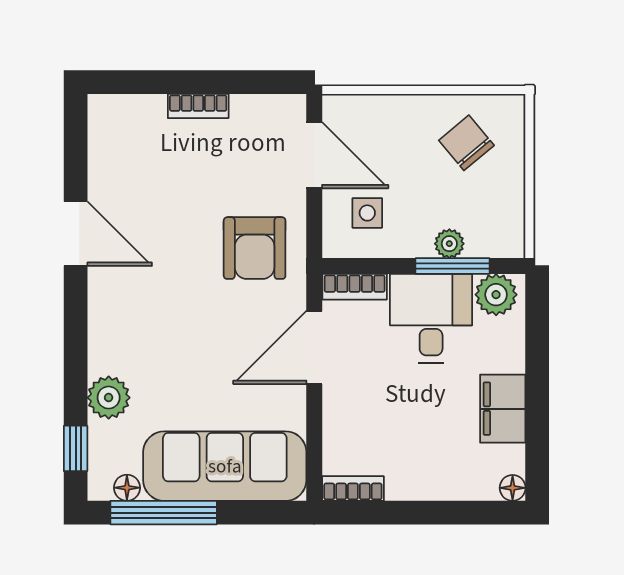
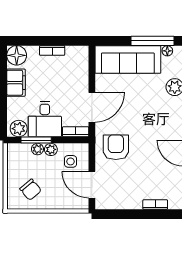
bookcase: (198, 106) -> (155, 204), moved
plant: (416, 243) -> (51, 149), added
bookcase: (353, 488) -> (52, 50), moved
floor lamp: (513, 488) -> (17, 55), width x1.89, depth x1.89

